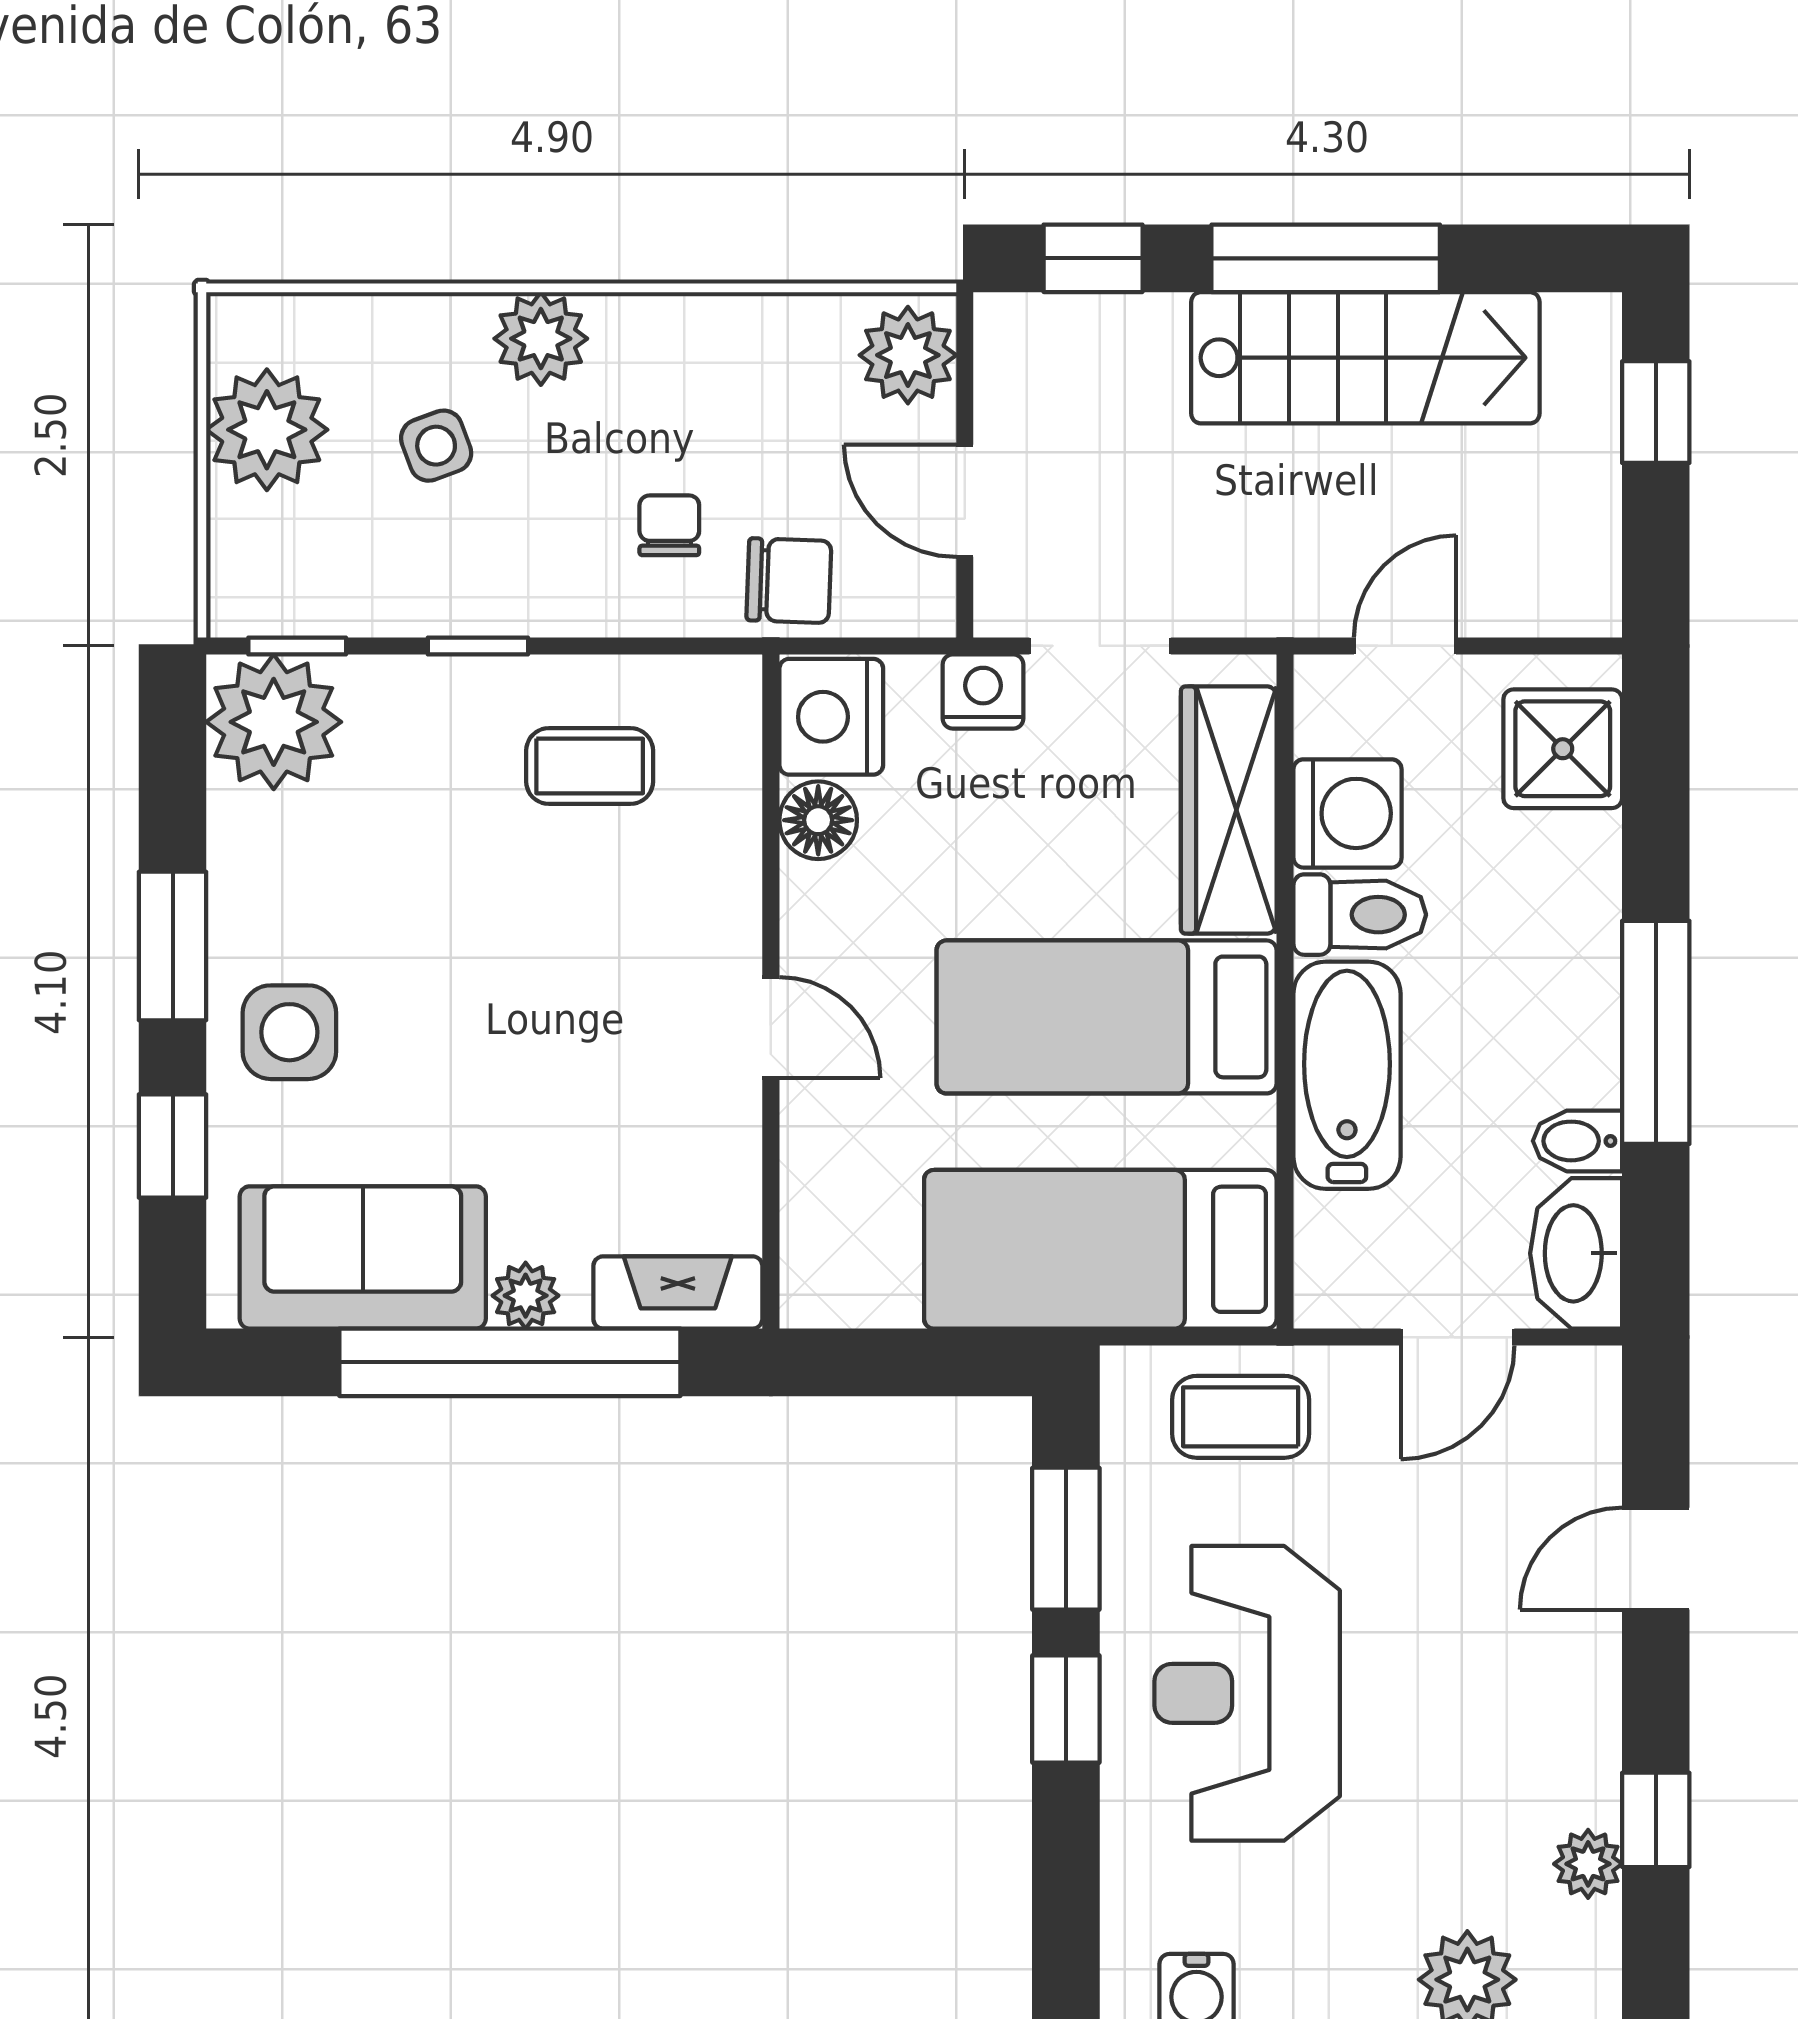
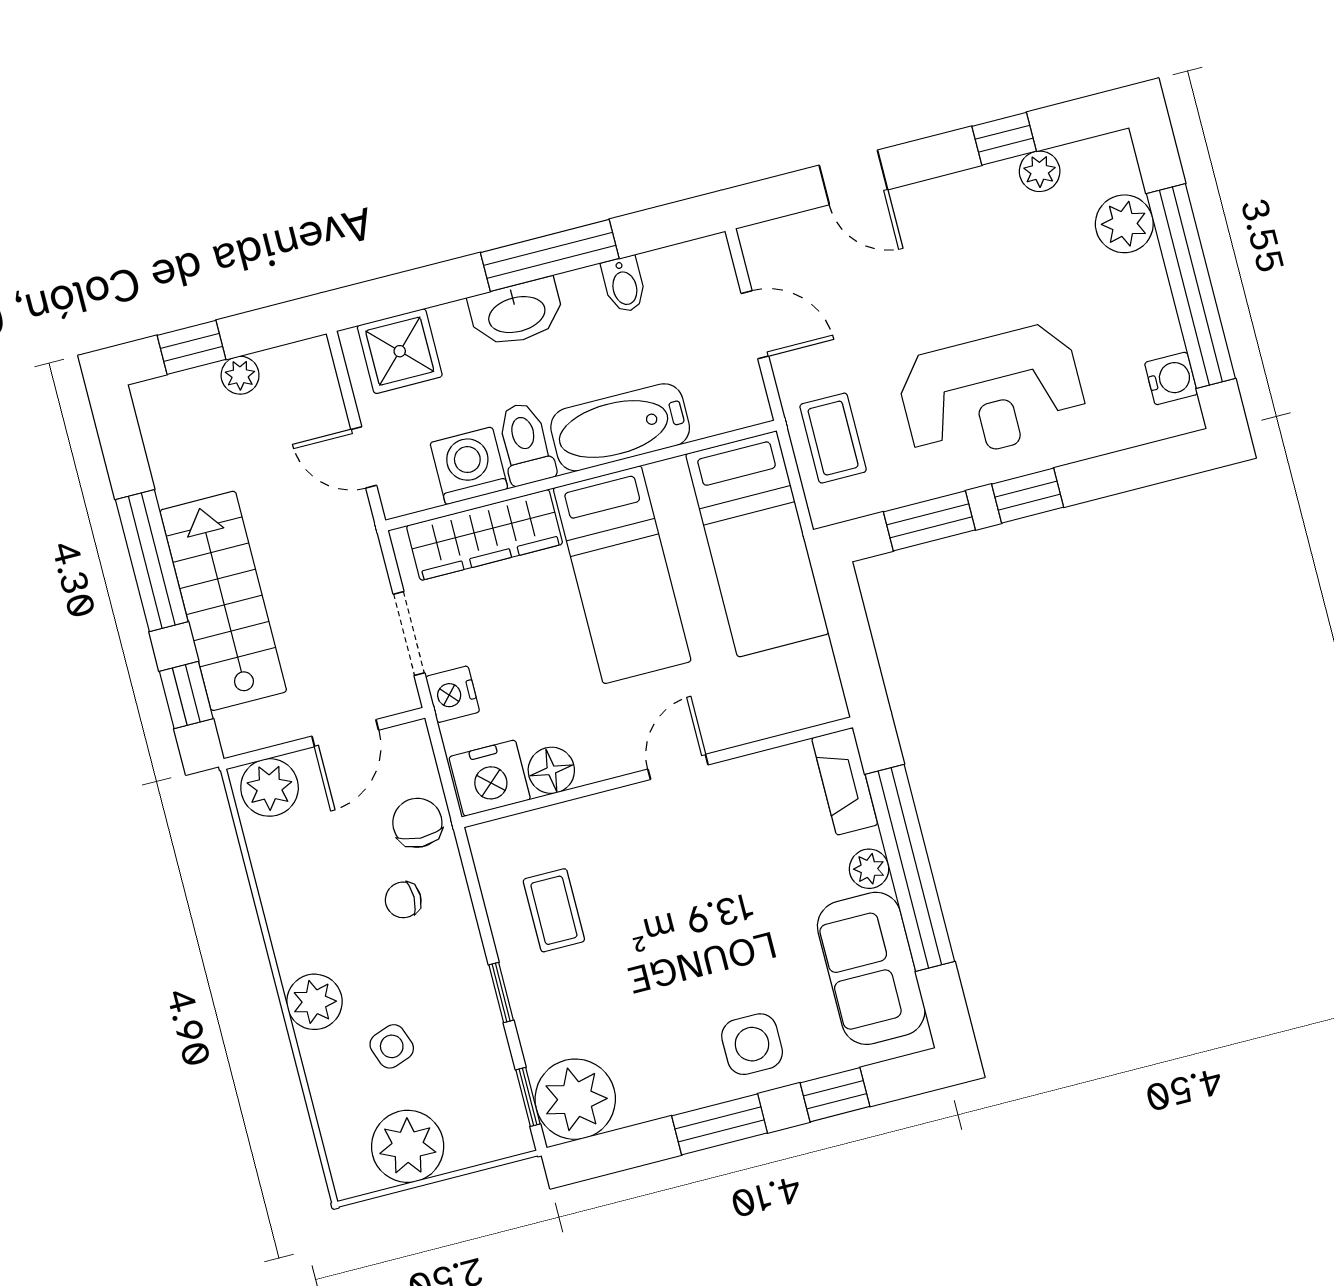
stairs: (1365, 358) -> (223, 601), moved
plant: (1590, 479) -> (240, 375), added
washbasin: (1576, 1253) -> (516, 313), moved

